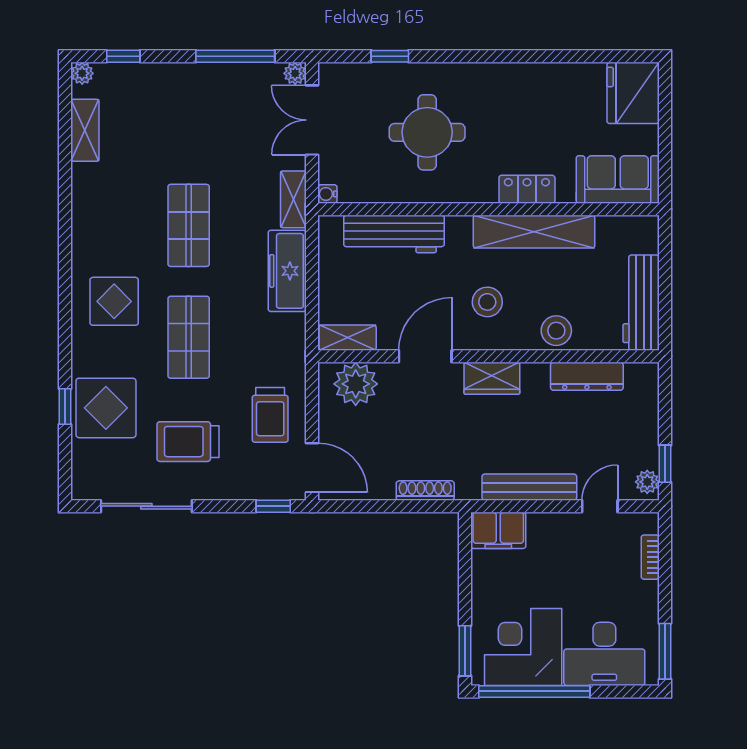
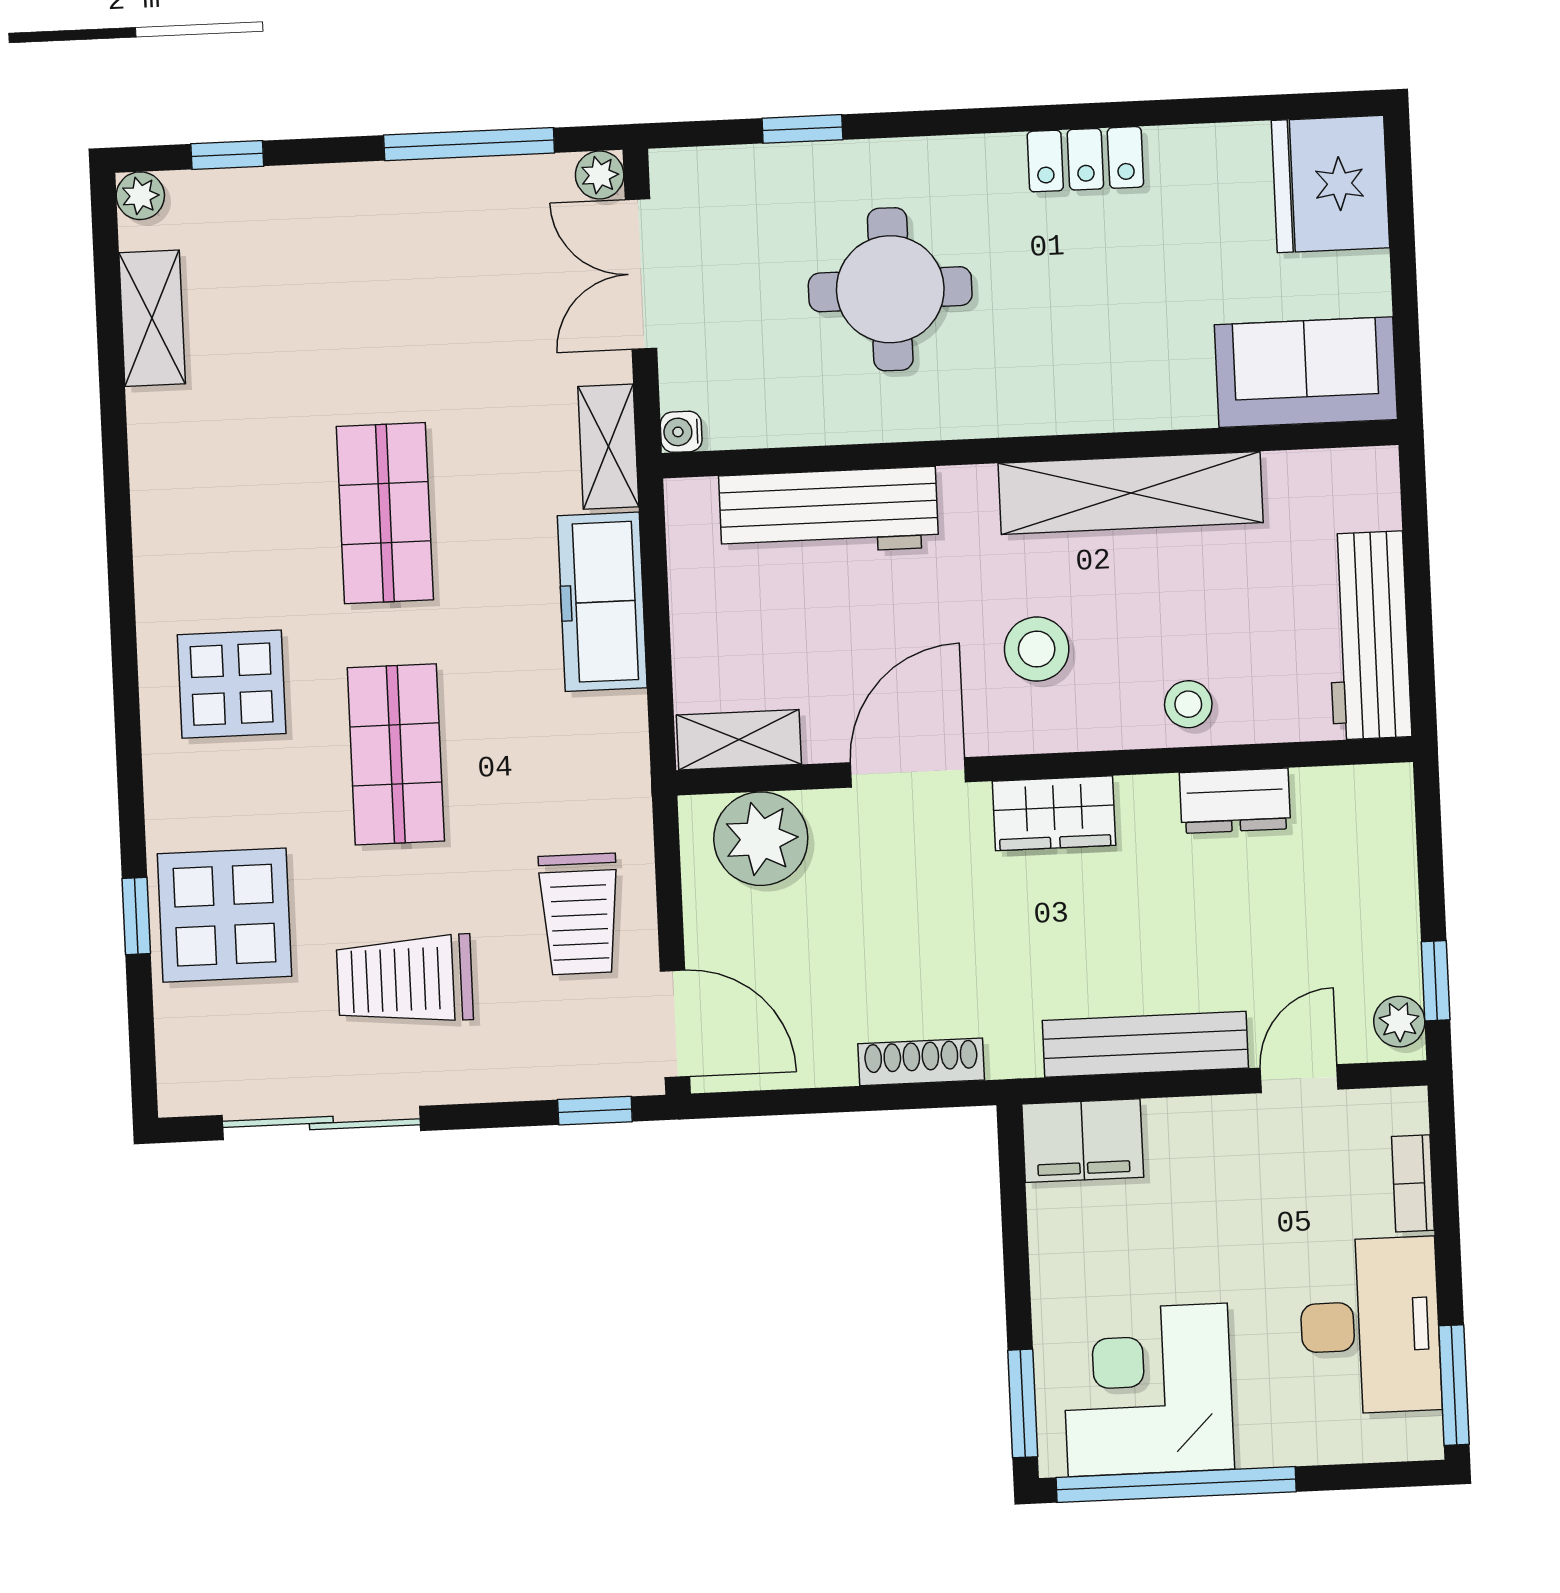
locker: (527, 189) -> (1085, 159), moved, turned 180
stool: (556, 331) -> (1188, 704), width x0.73, depth x0.73
dresser: (587, 376) -> (1235, 801), width x0.70
desk: (604, 654) -> (1370, 1326), moved, turned -90

